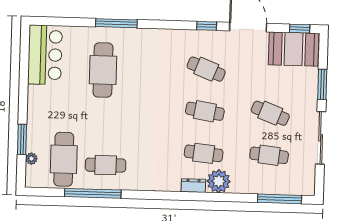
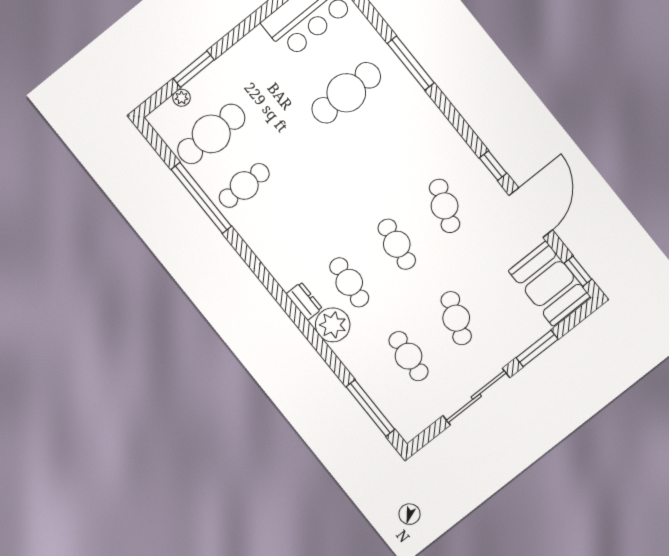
cafe table: (106, 165) -> (244, 185), turned 90

